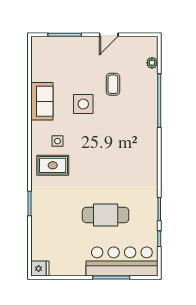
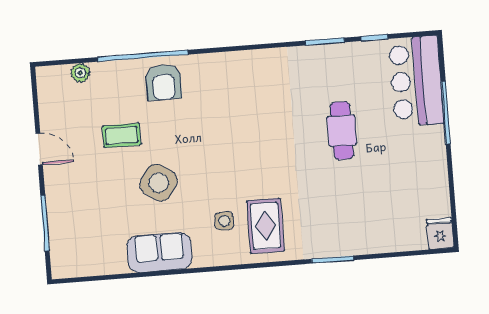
side table: (83, 104) -> (159, 183), turned 34
armchair: (143, 112) -> (164, 82), added
cafe table: (106, 215) -> (342, 131), width x0.73, depth x0.74
bar counter: (122, 261) -> (416, 81), width x0.73

